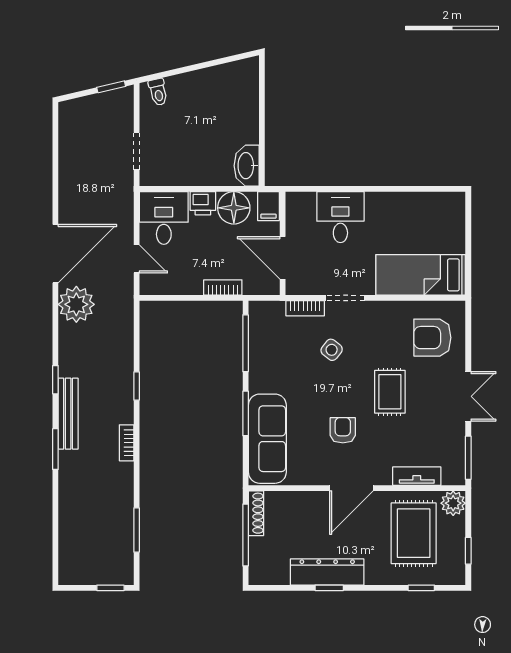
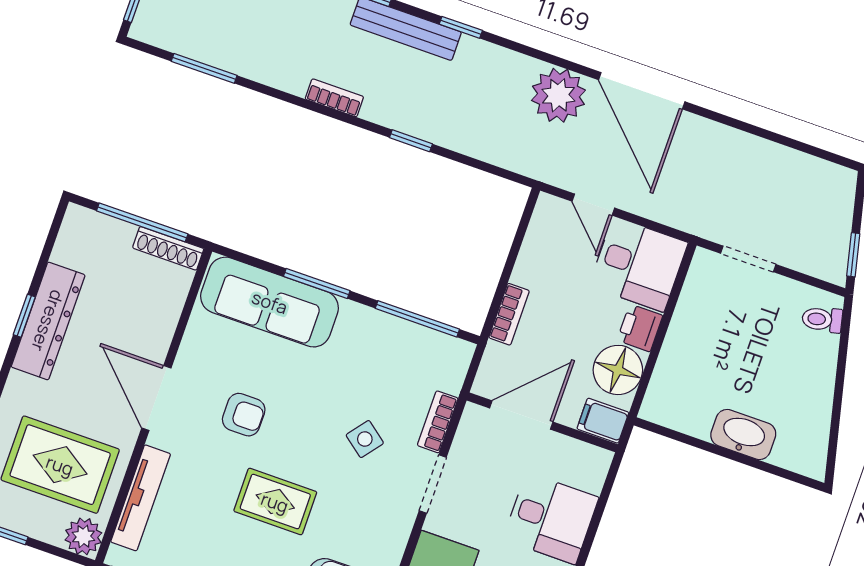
washbasin: (247, 166) -> (743, 434), moved
door: (137, 259) -> (593, 205), hinge flipped
tv unit: (417, 476) -> (141, 498), width x1.41

